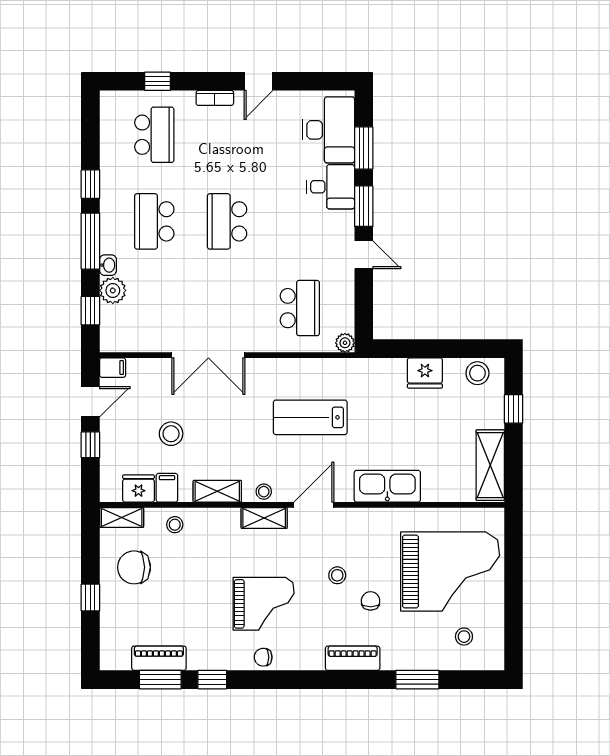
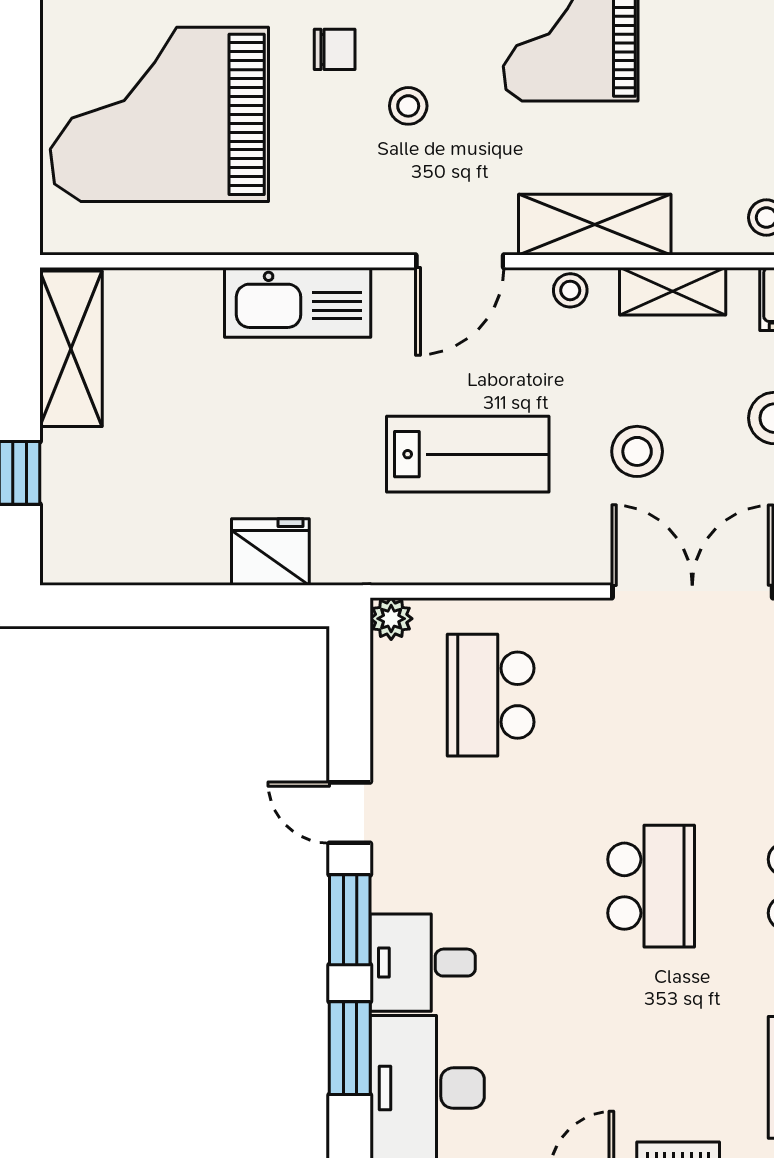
fridge: (425, 373) -> (270, 552), moved
stool: (477, 373) -> (637, 451), moved
shelving: (264, 518) -> (595, 225), width x1.50, depth x1.33
chair: (371, 601) -> (335, 49), turned -90

